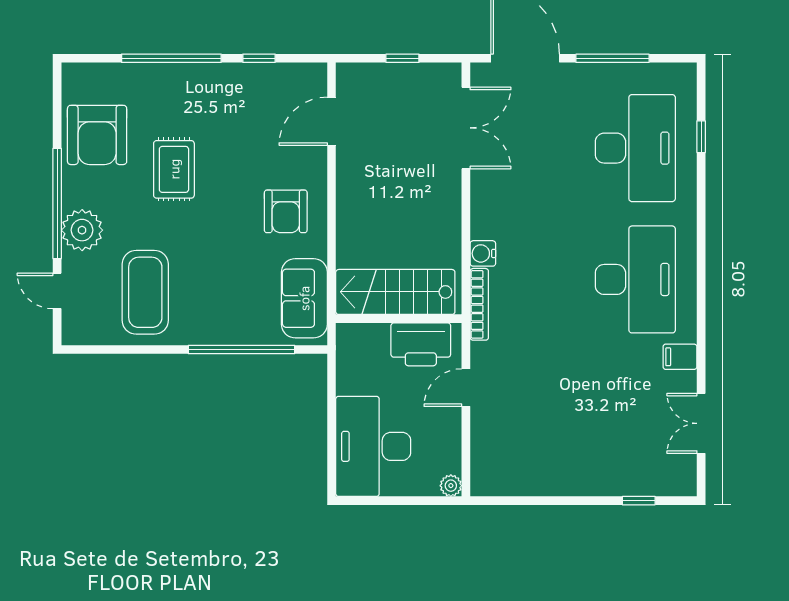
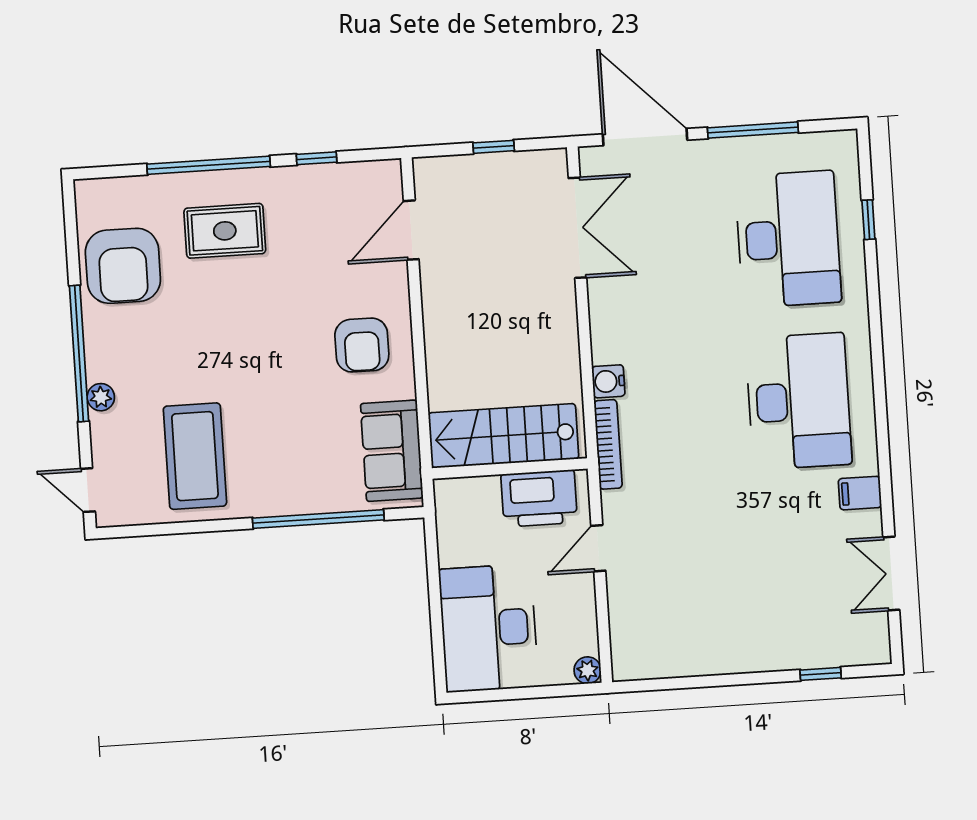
rug: (174, 169) -> (225, 231), moved, turned 90
plant: (82, 230) -> (101, 397), width x0.53, depth x0.53
door: (57, 291) -> (88, 490), moved

